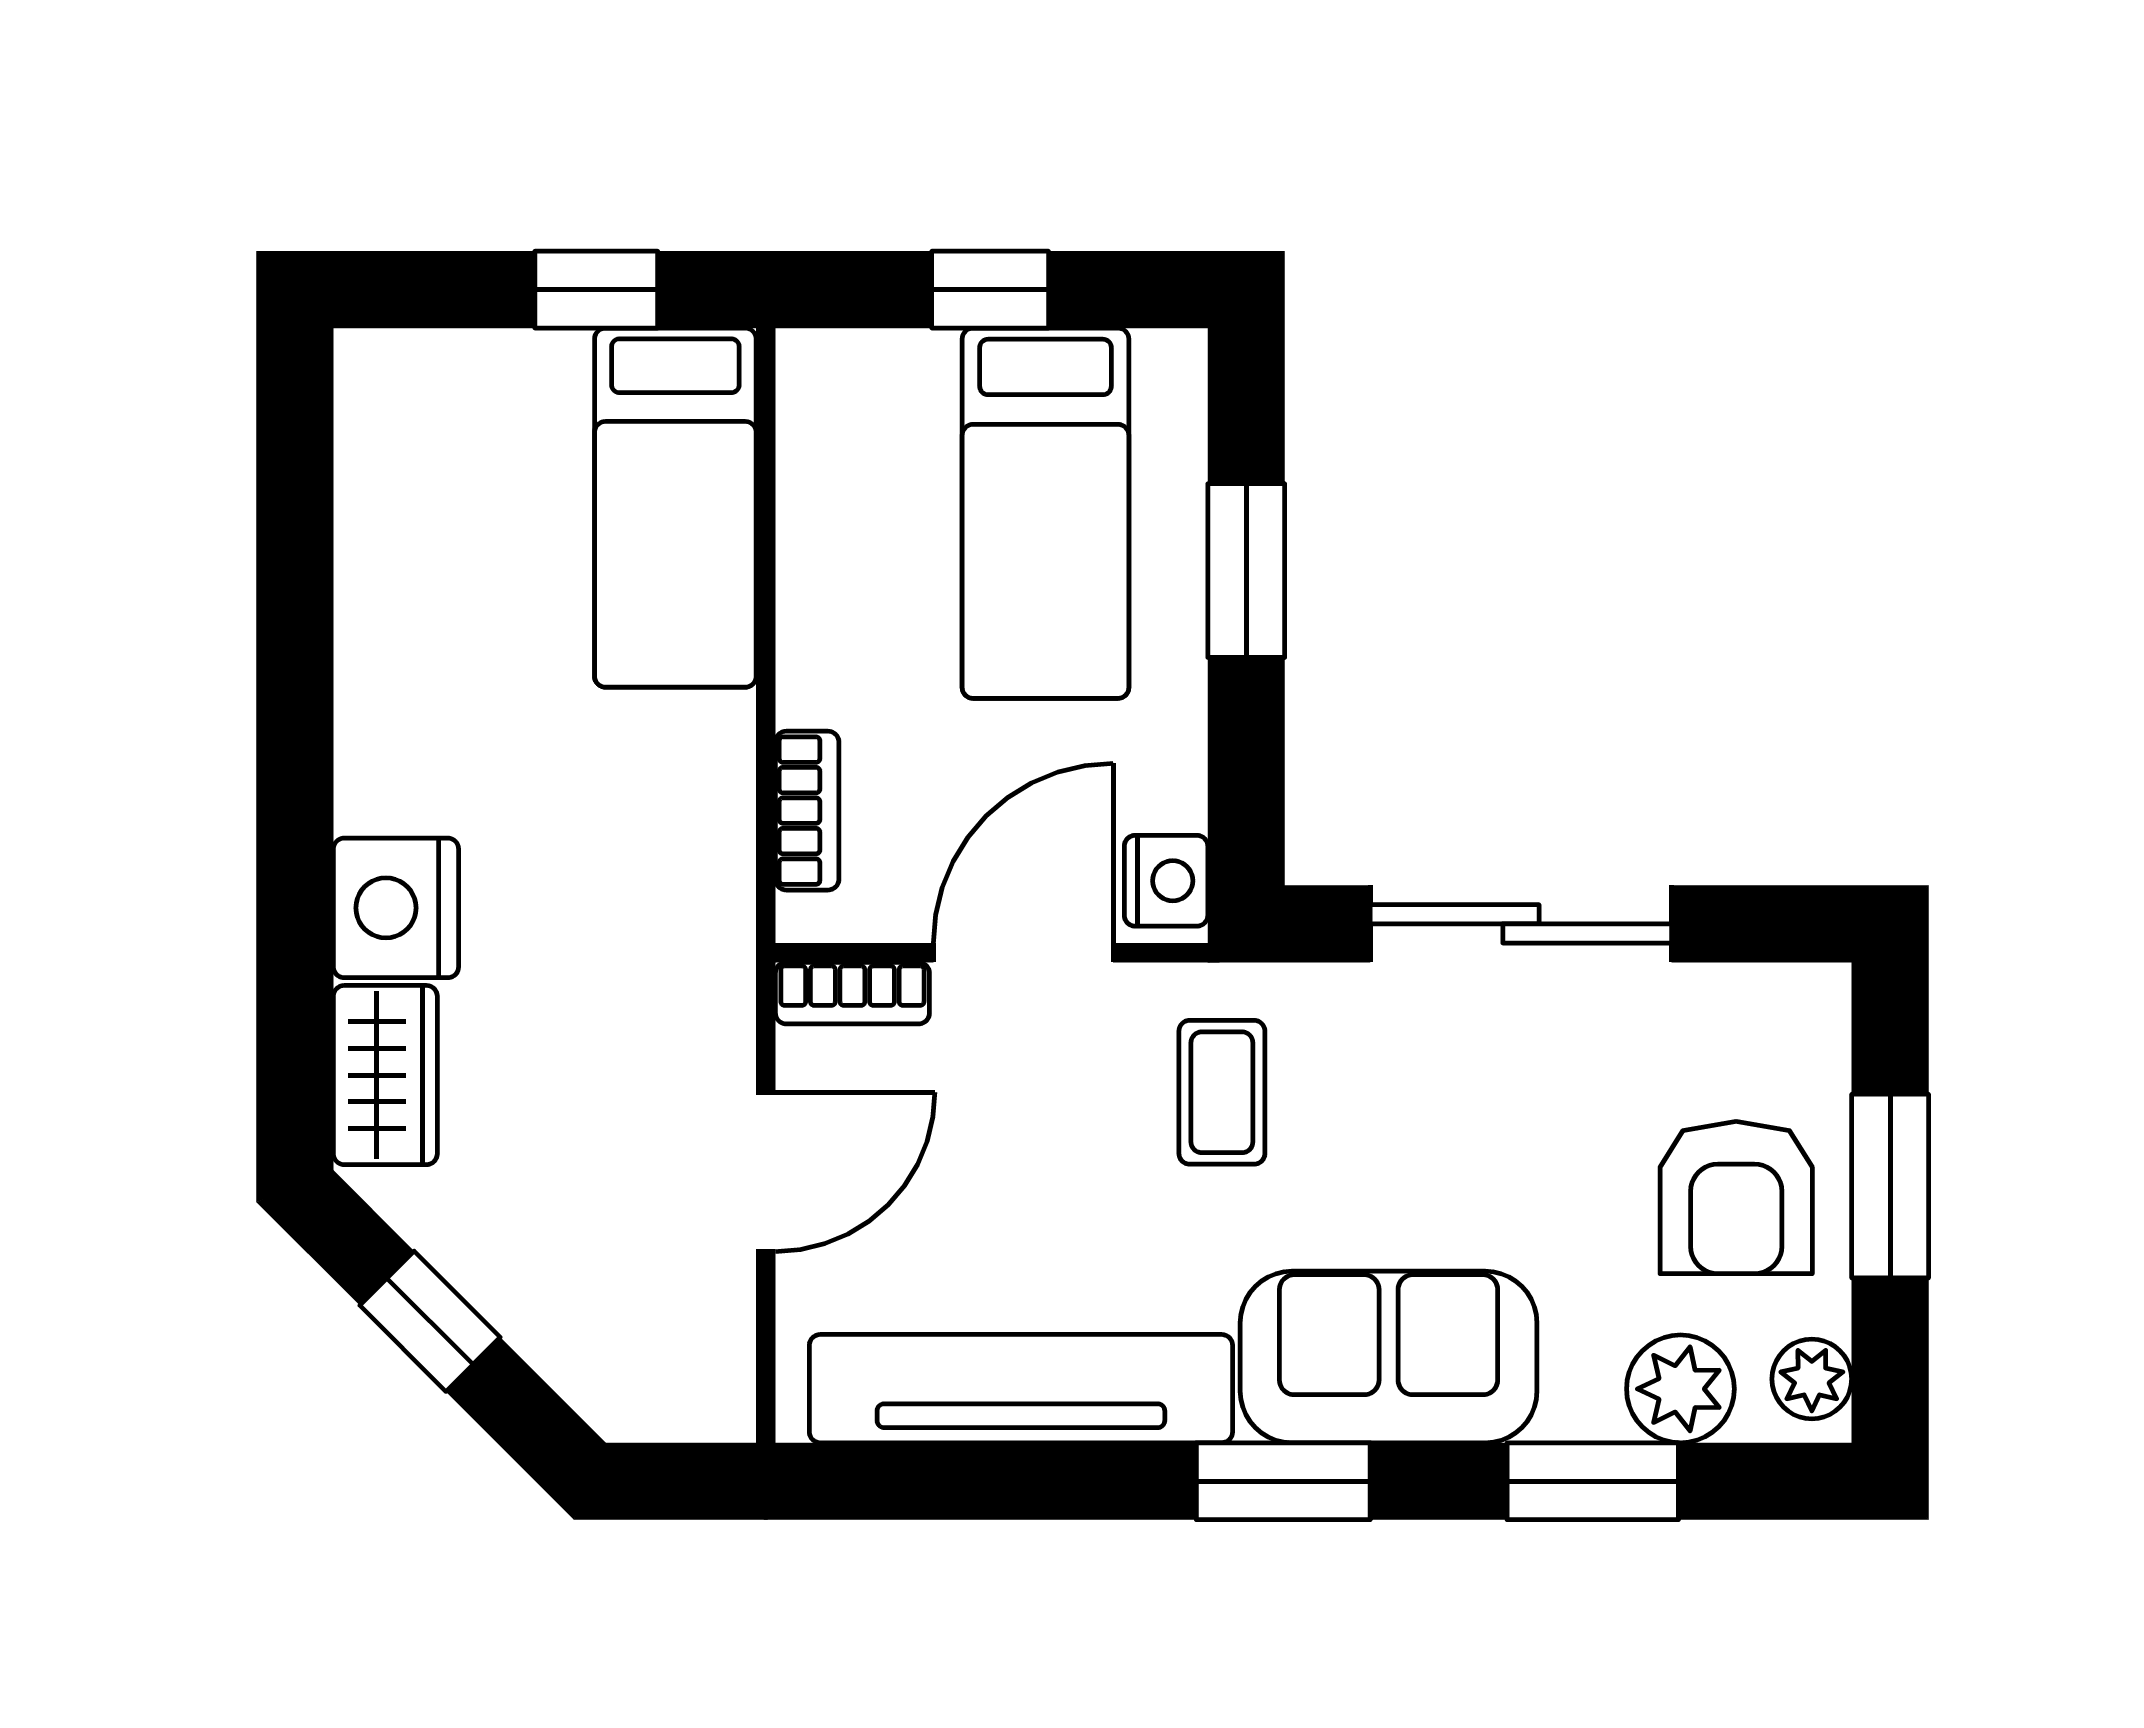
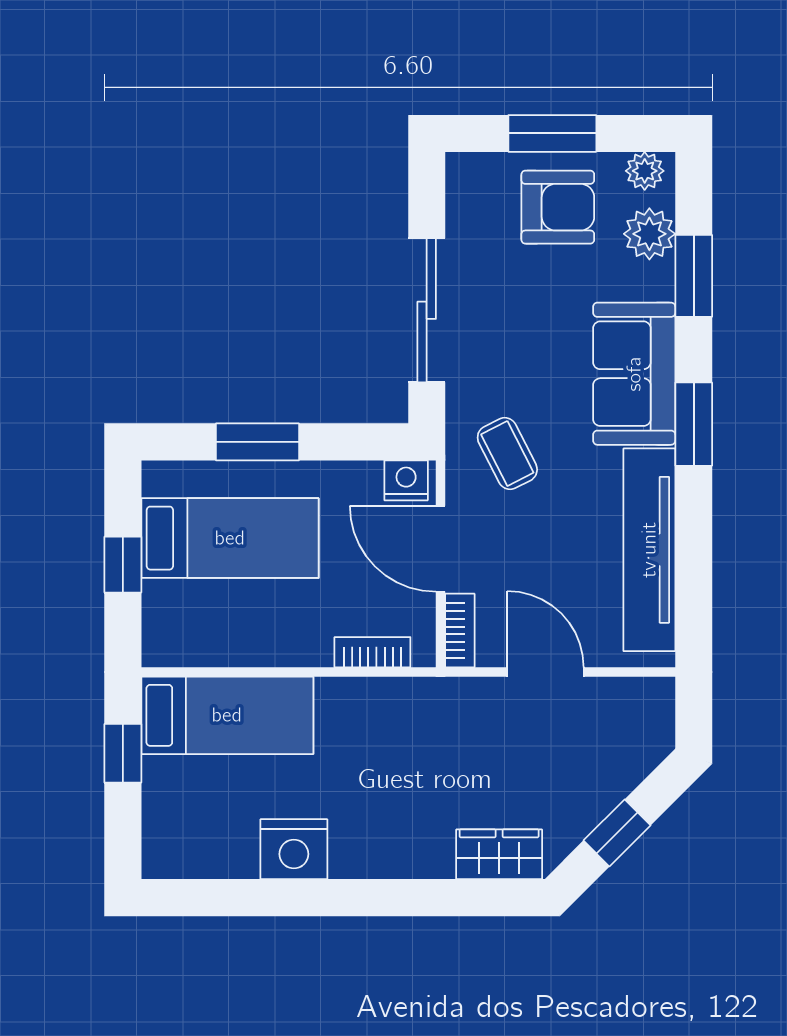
nightstand: (396, 908) -> (294, 849), moved
coffee table: (1222, 1092) -> (507, 454), turned 63

